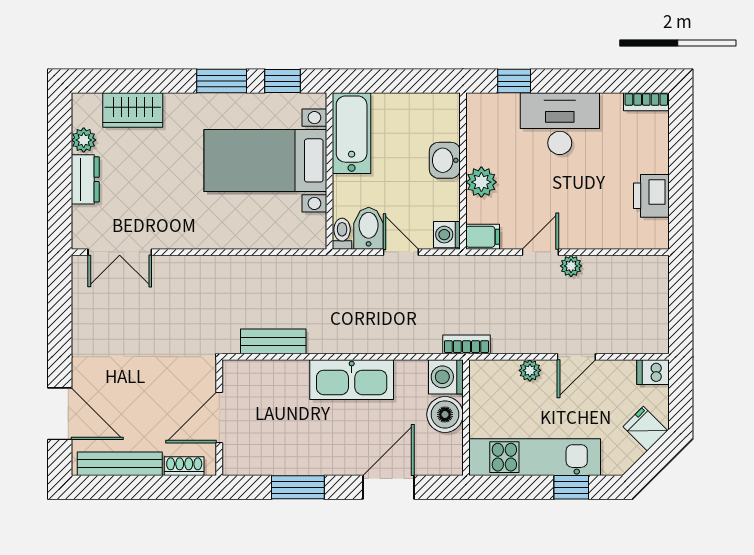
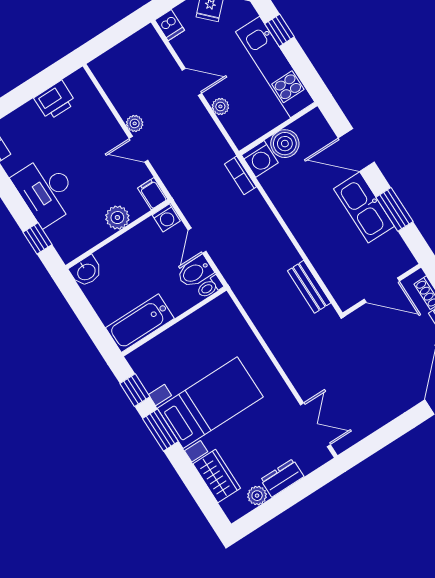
bed with nightstands: (265, 160) -> (210, 403), moved, turned -90
washbasin: (445, 160) -> (86, 271), moved
bookcase: (466, 344) -> (240, 175), moved
kitchen sink: (352, 380) -> (364, 207), moved, turned 180

